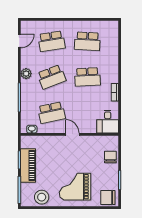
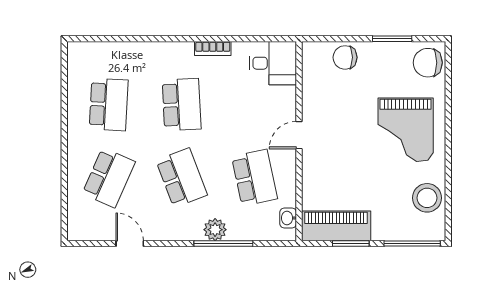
door: (19, 41) -> (130, 244), moved
school desk: (52, 41) -> (109, 178), turned 33
plant: (26, 74) -> (215, 230), moved
piano: (28, 165) -> (336, 226), moved
chair: (108, 197) -> (428, 63), turned 90

